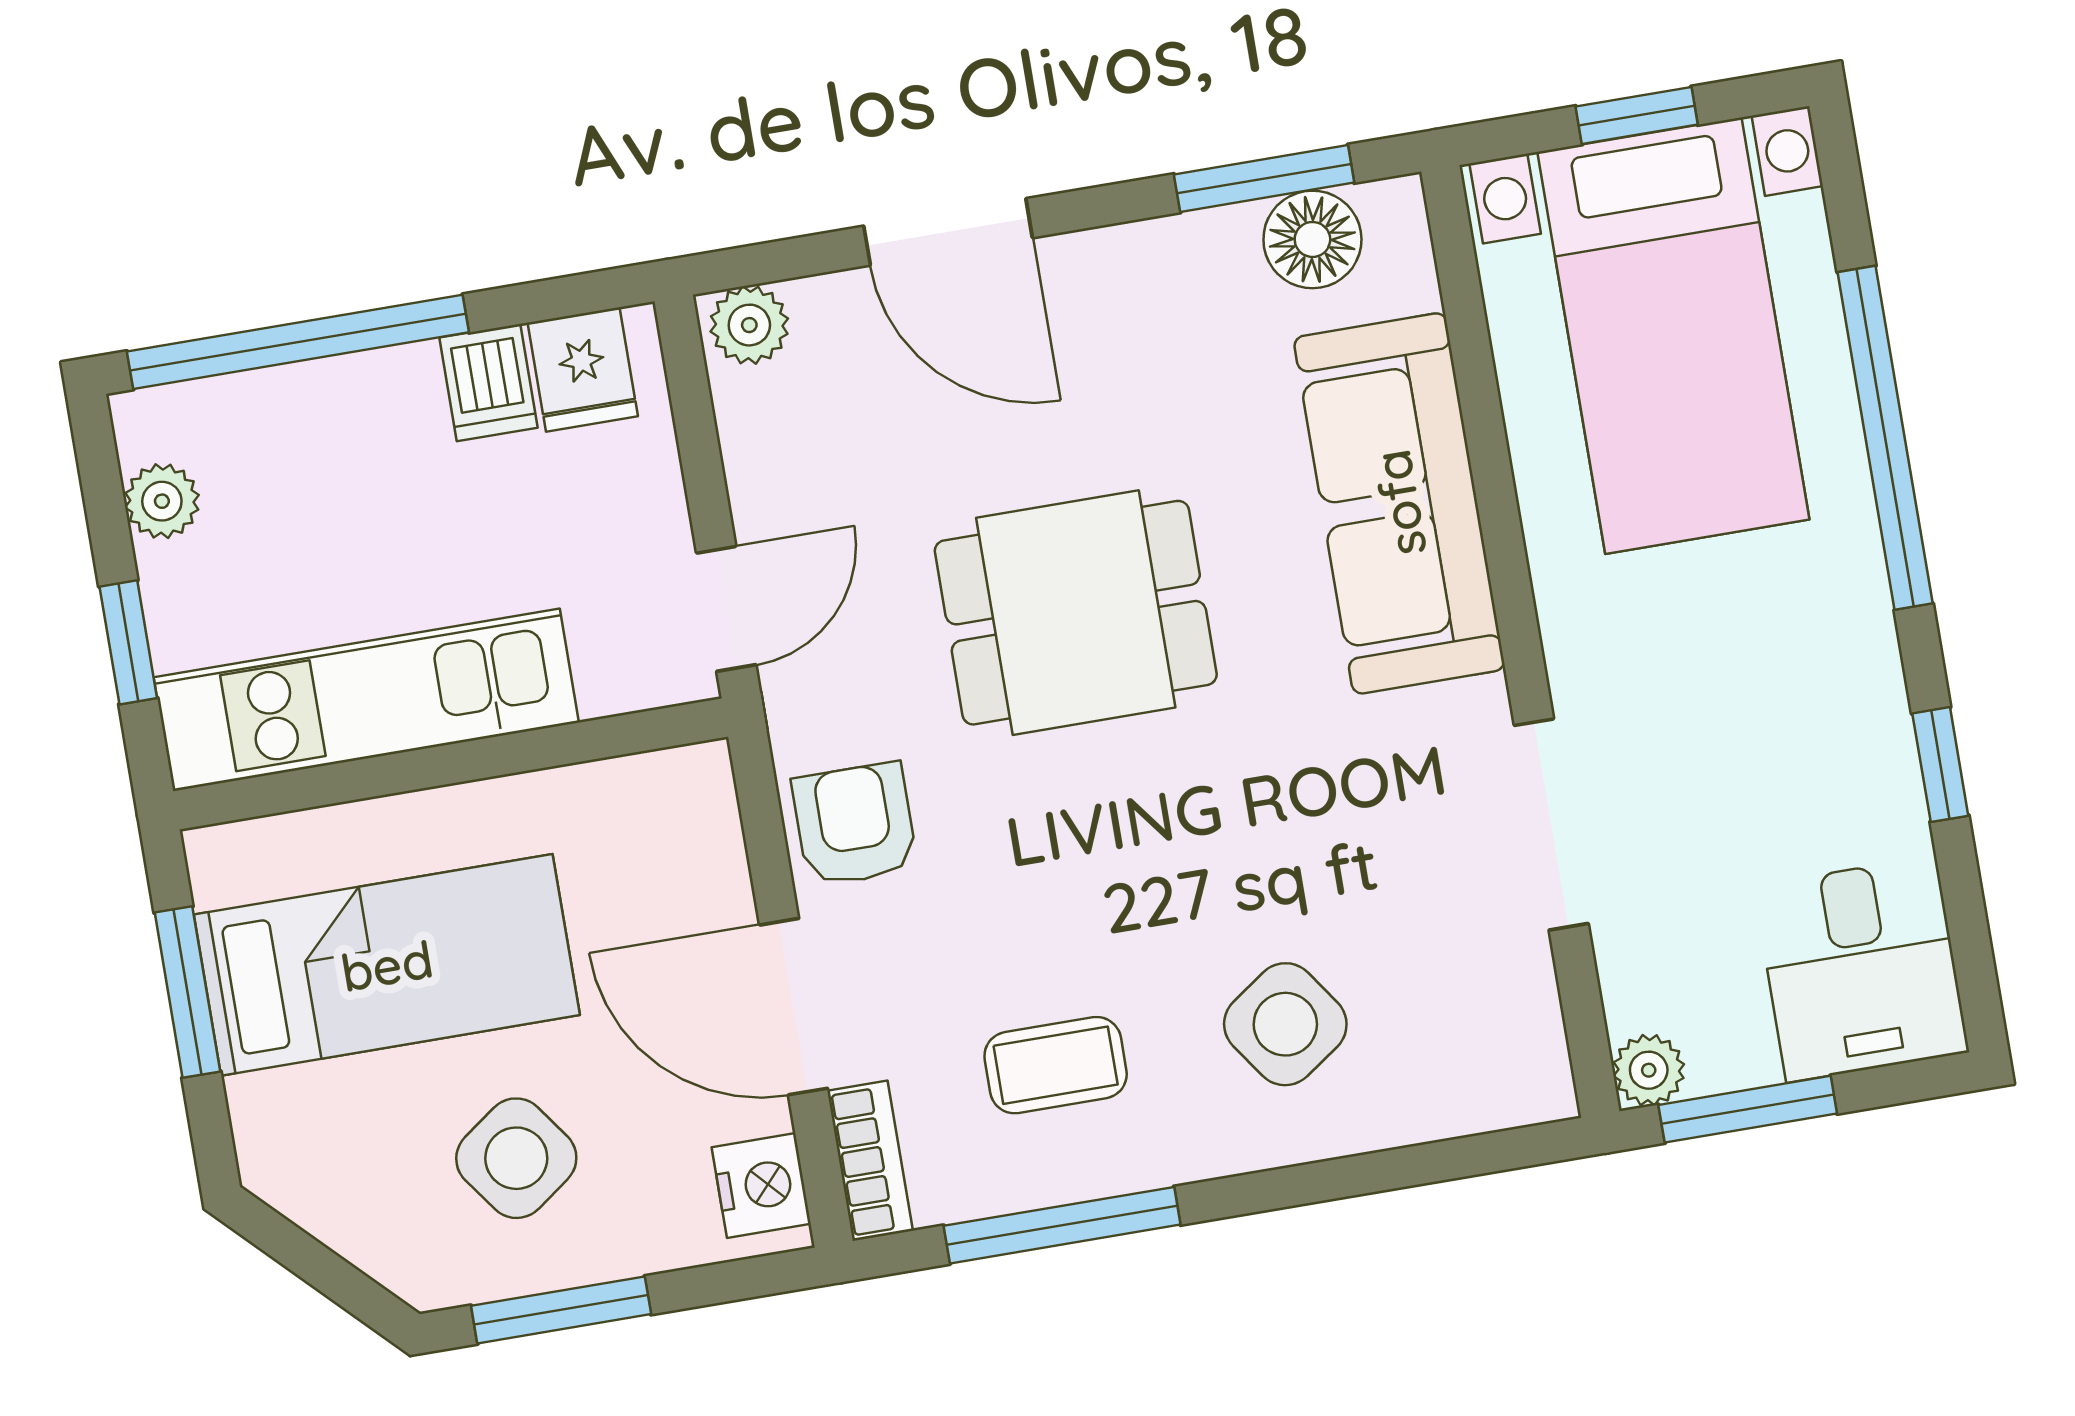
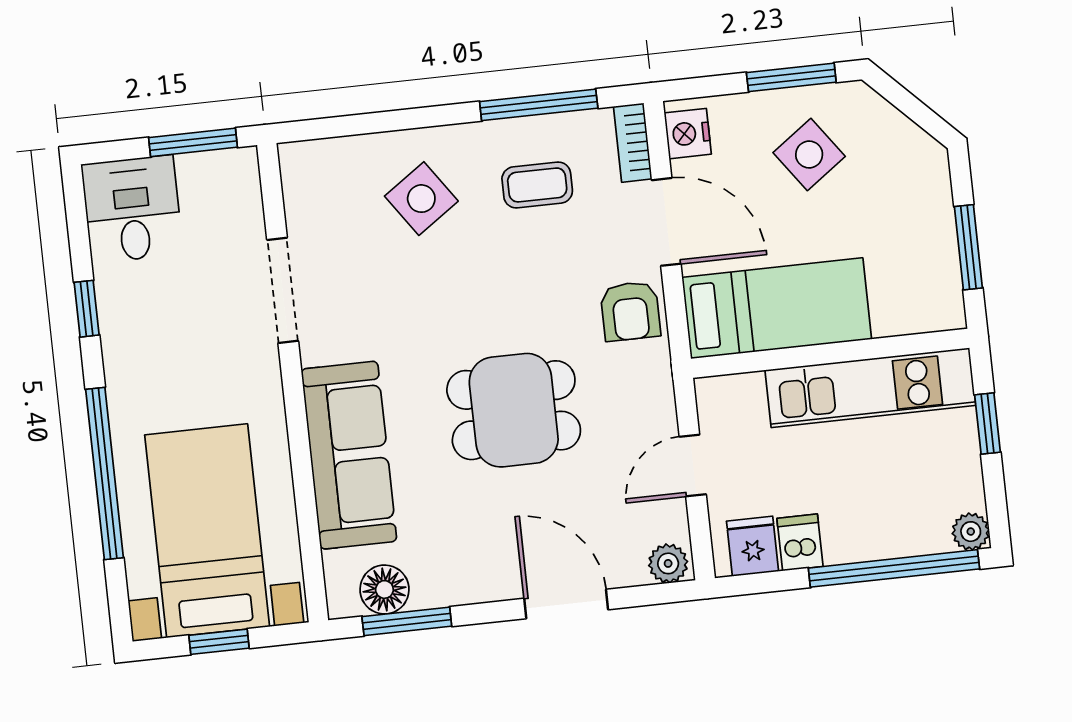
plant: (162, 501) -> (971, 532), moved
door: (726, 609) -> (693, 465), moved
bed: (387, 965) -> (777, 308), moved, turned 180
plant: (1649, 1070) -> (241, 165), removed

